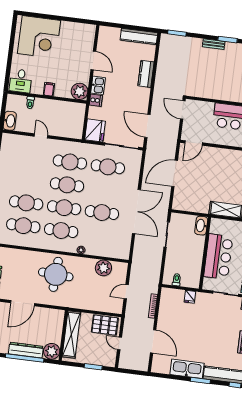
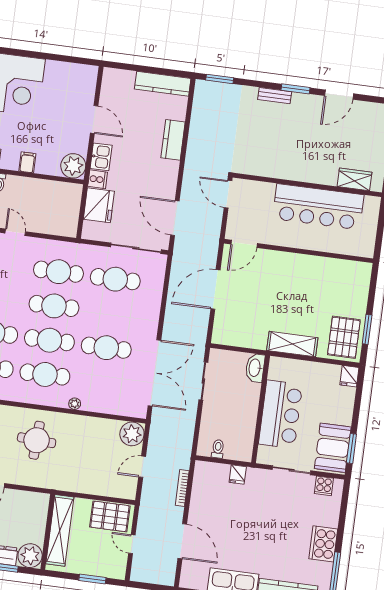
fridge: (95, 130) -> (99, 205), moved
double door: (136, 212) -> (154, 373), moved
plant: (103, 268) -> (132, 434), moved
round table: (56, 274) -> (37, 440), width x0.73, depth x0.73

